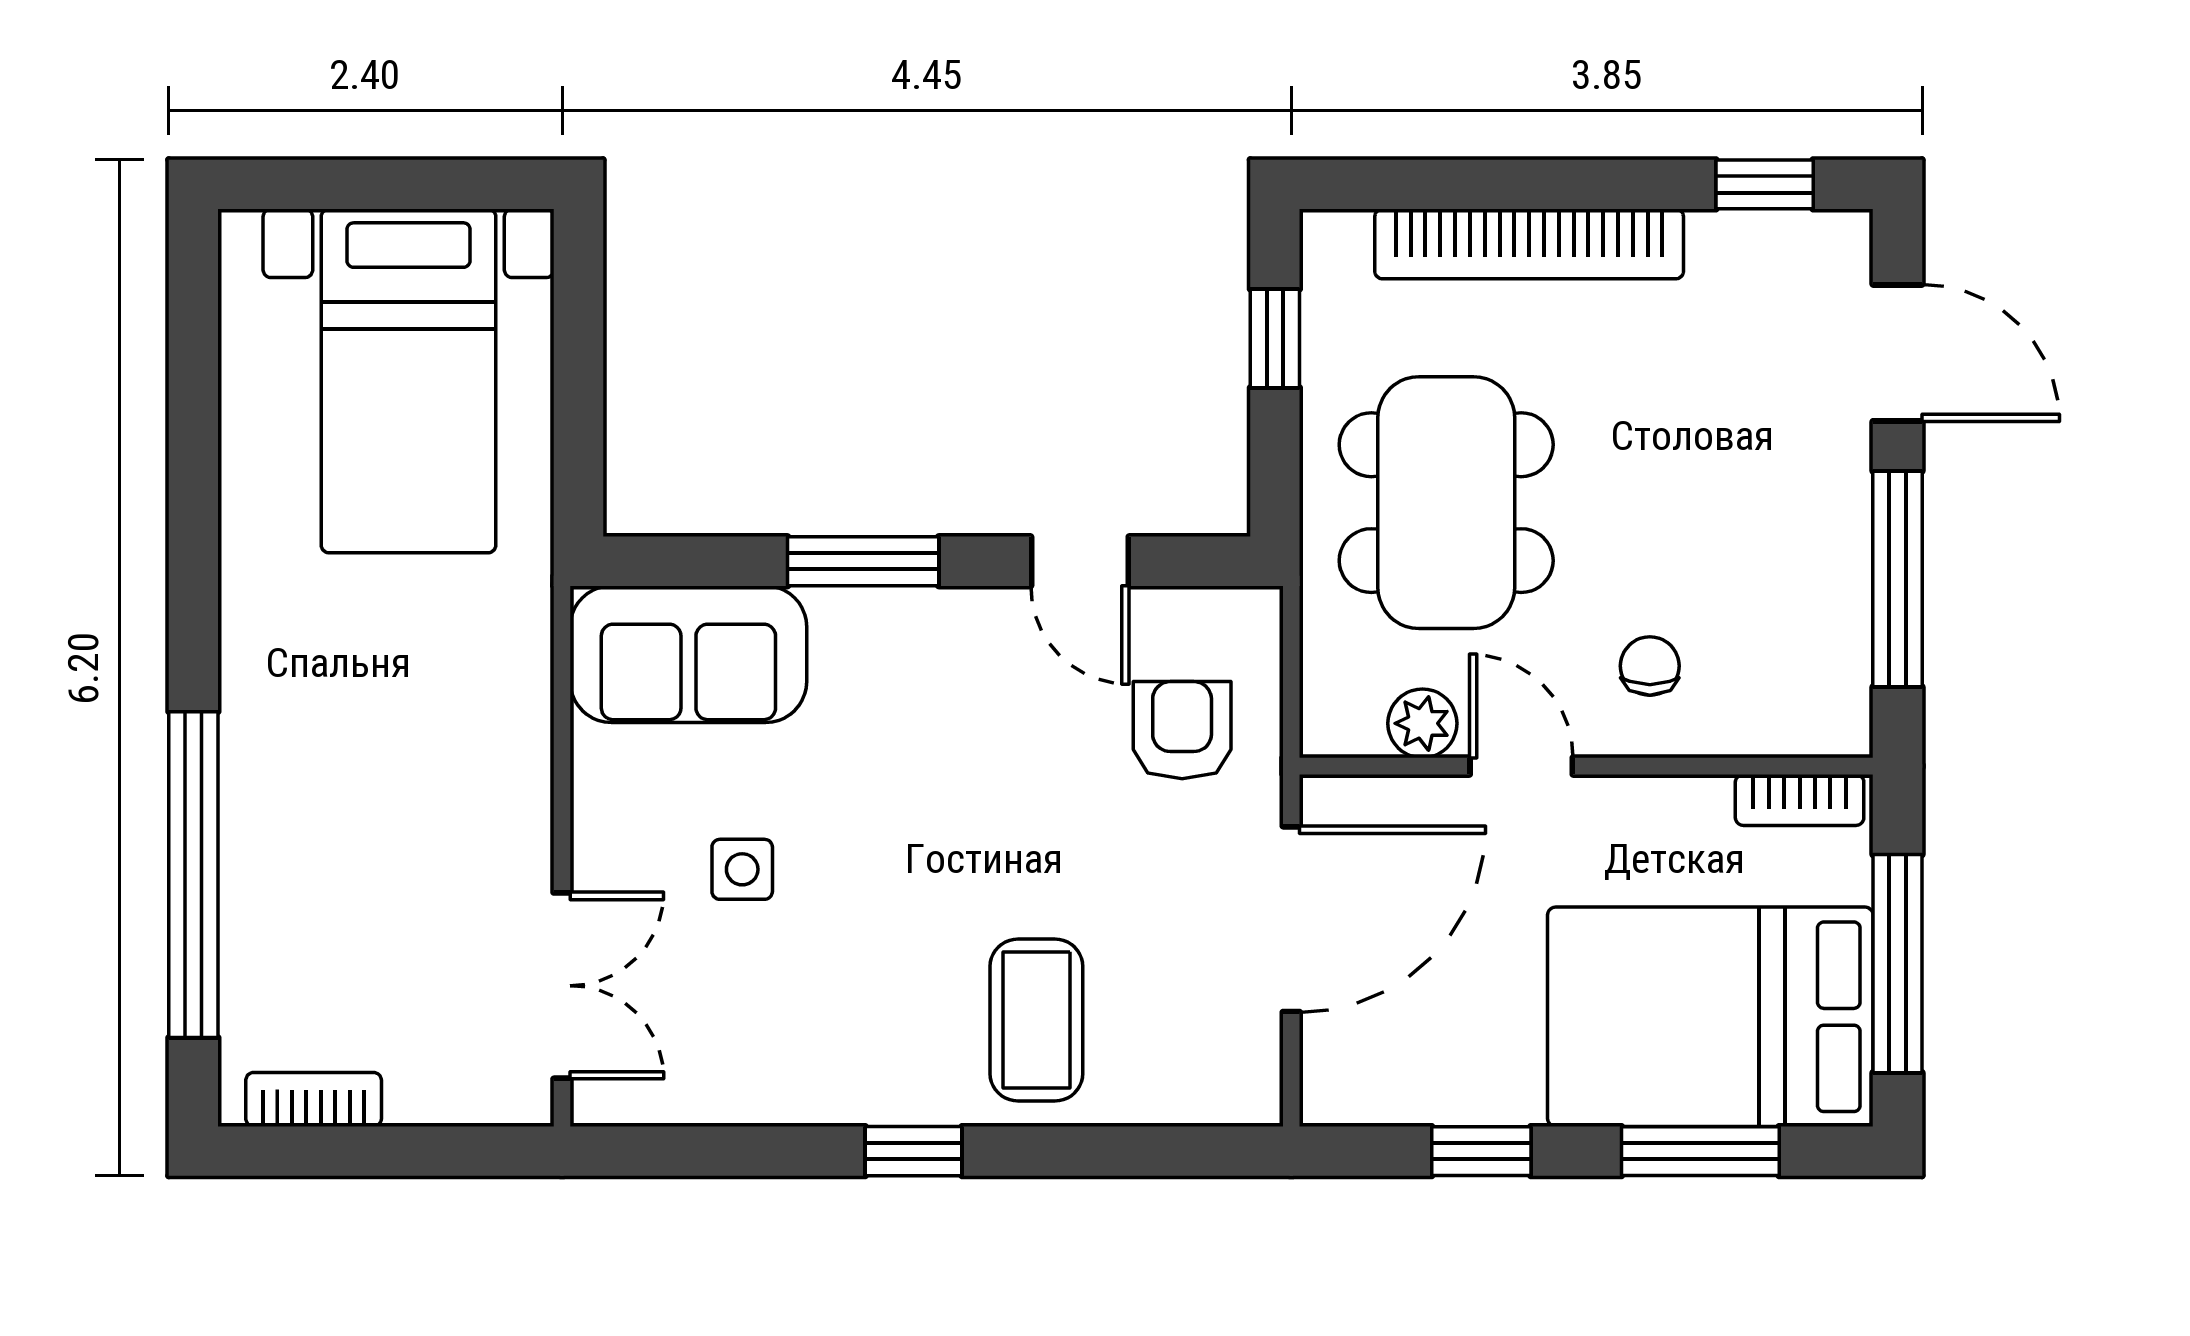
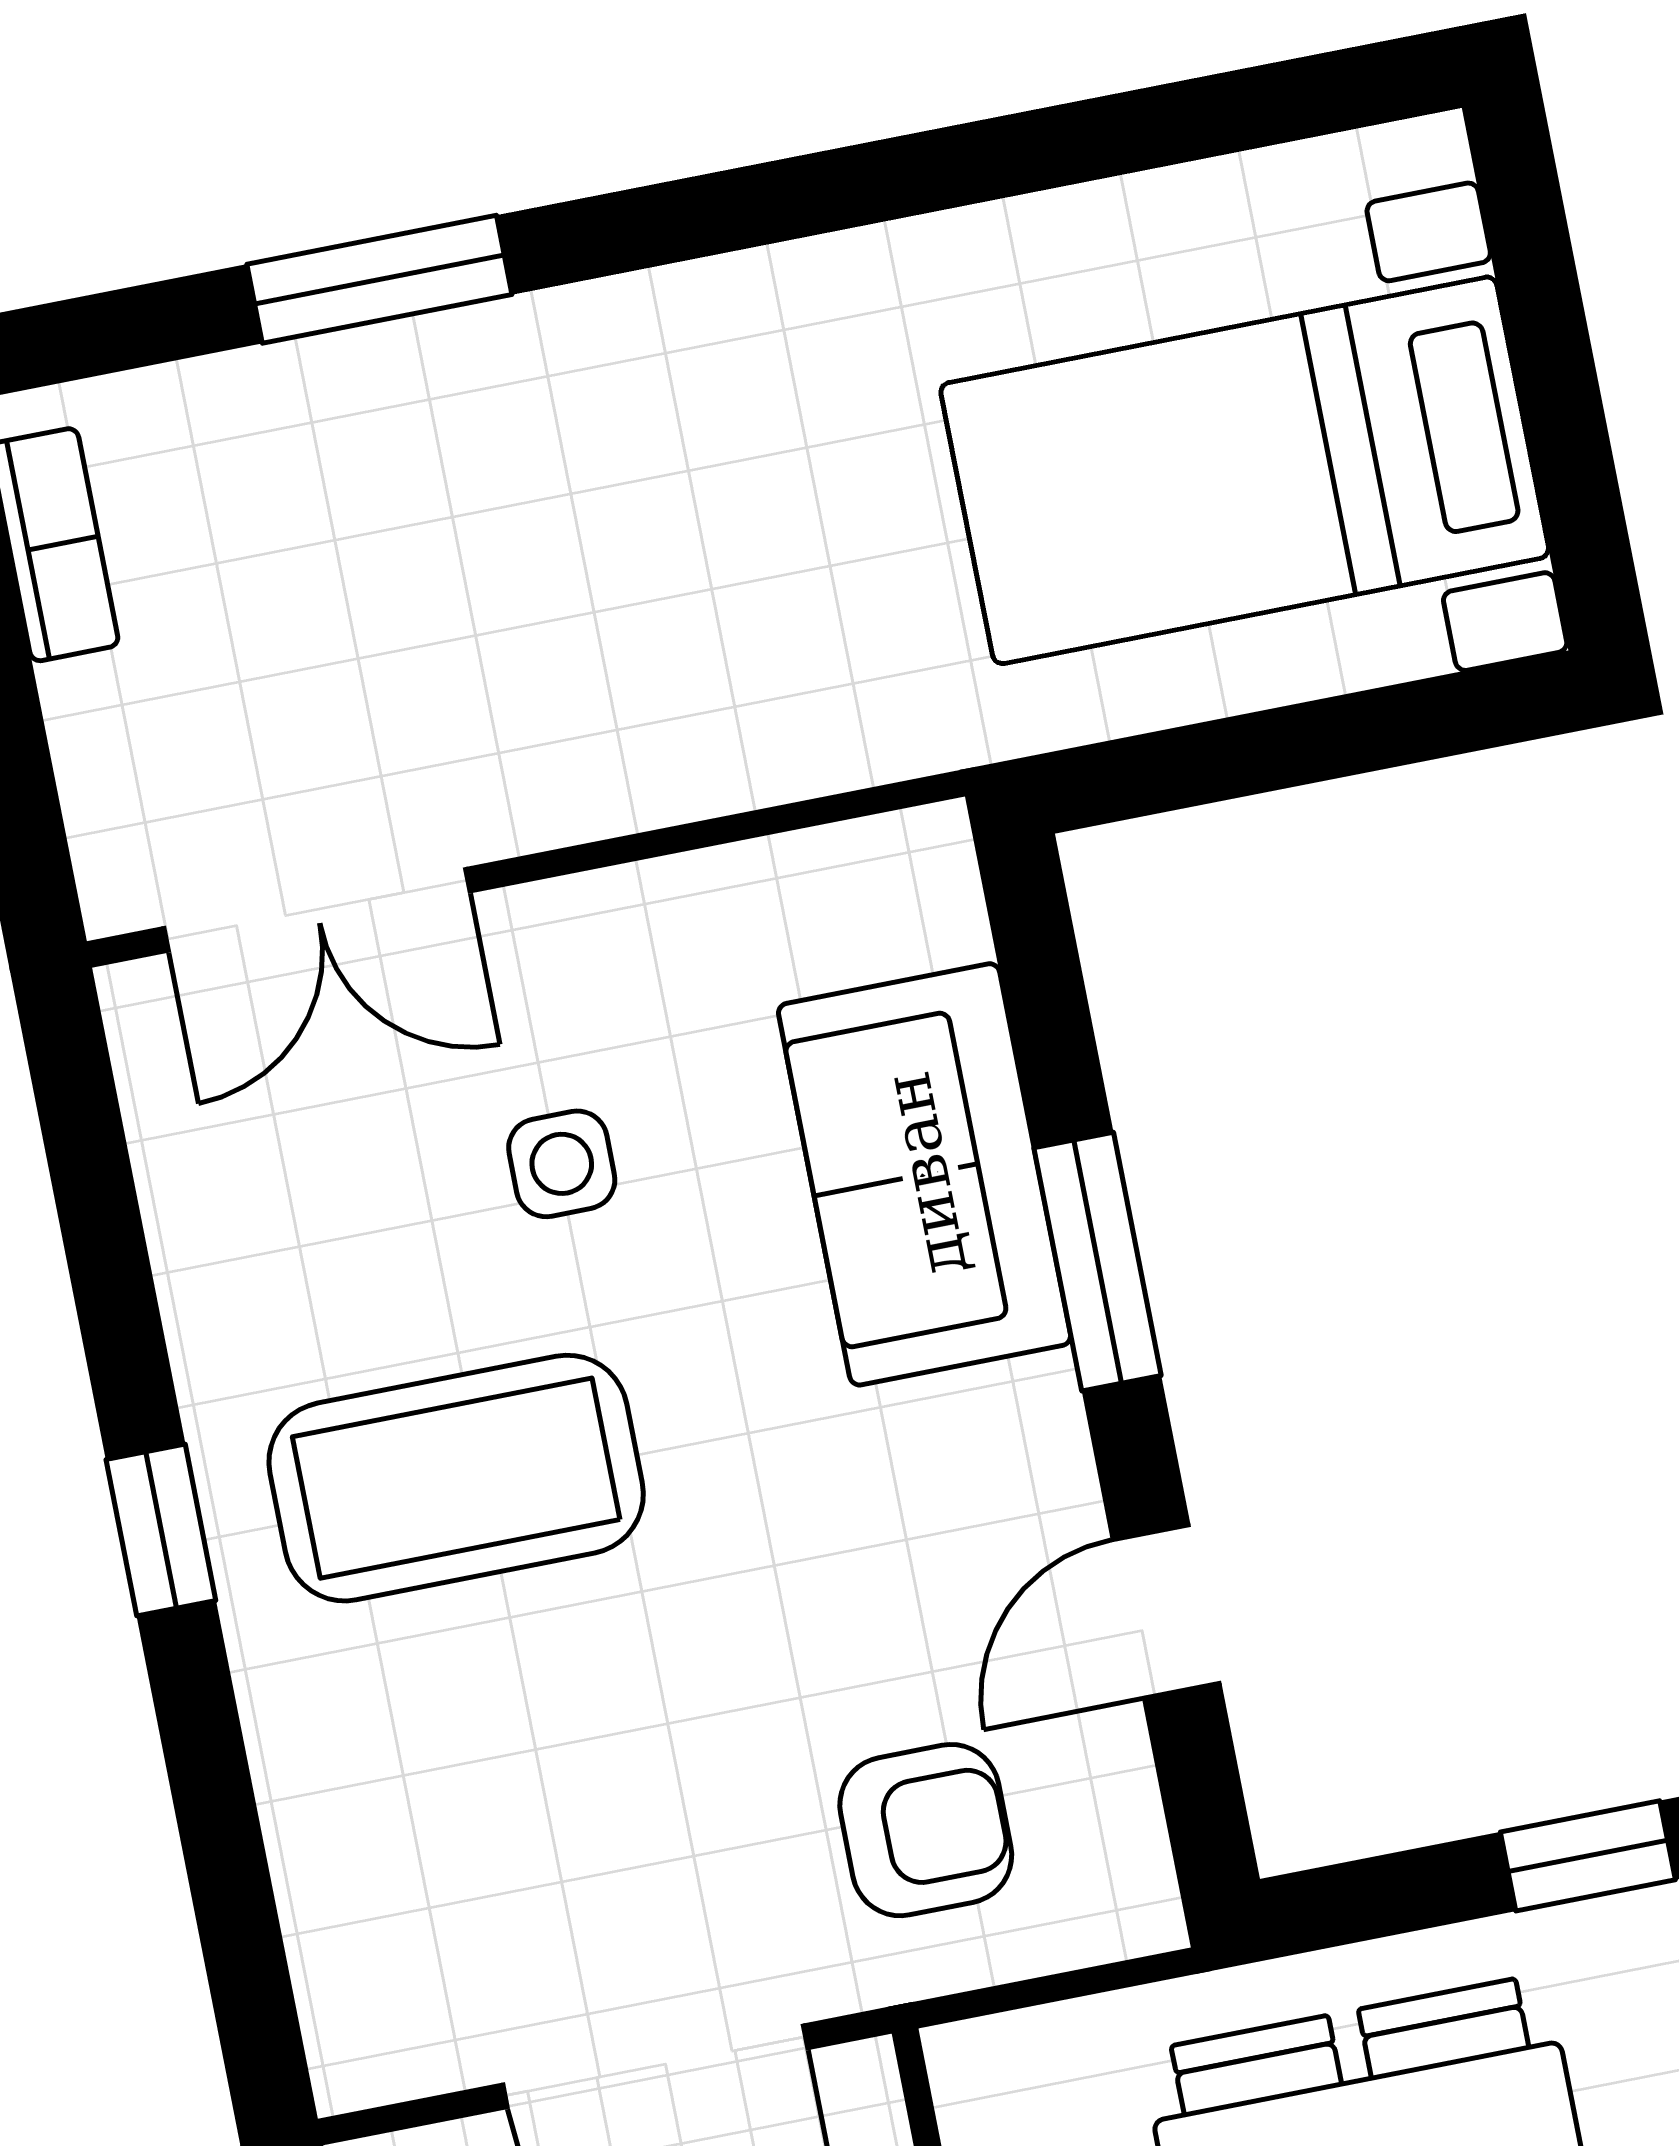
sofa: (688, 654) -> (925, 1174), moved
window: (193, 875) -> (379, 279), width x0.47
coffee table: (1036, 1020) -> (456, 1478), moved, width x1.36, depth x1.32

